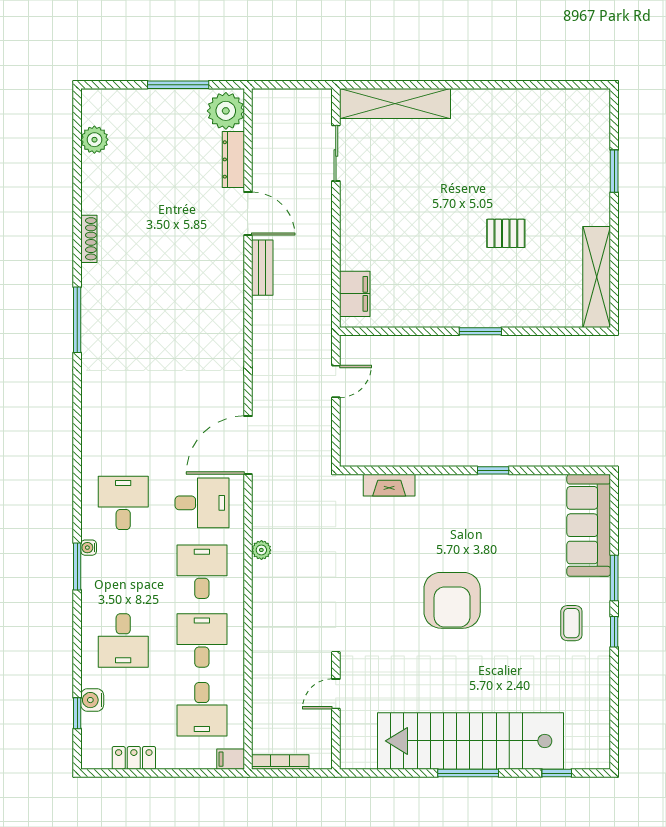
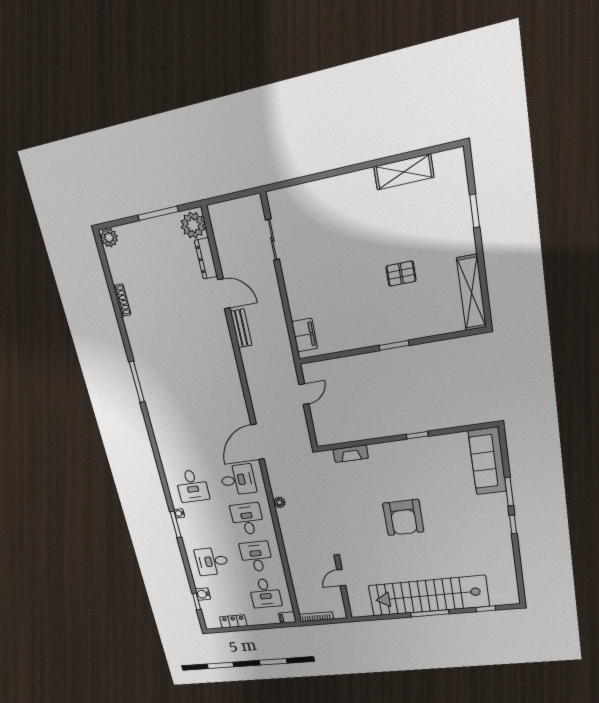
shelving: (395, 103) -> (404, 172), moved, width x0.68
plant: (94, 140) -> (109, 238), moved
shoe rack: (89, 239) -> (122, 300), moved
desk: (123, 503) -> (192, 486), turned 180
coffee table: (571, 623) -> (484, 522), removed
desk: (123, 640) -> (212, 561), turned 90

